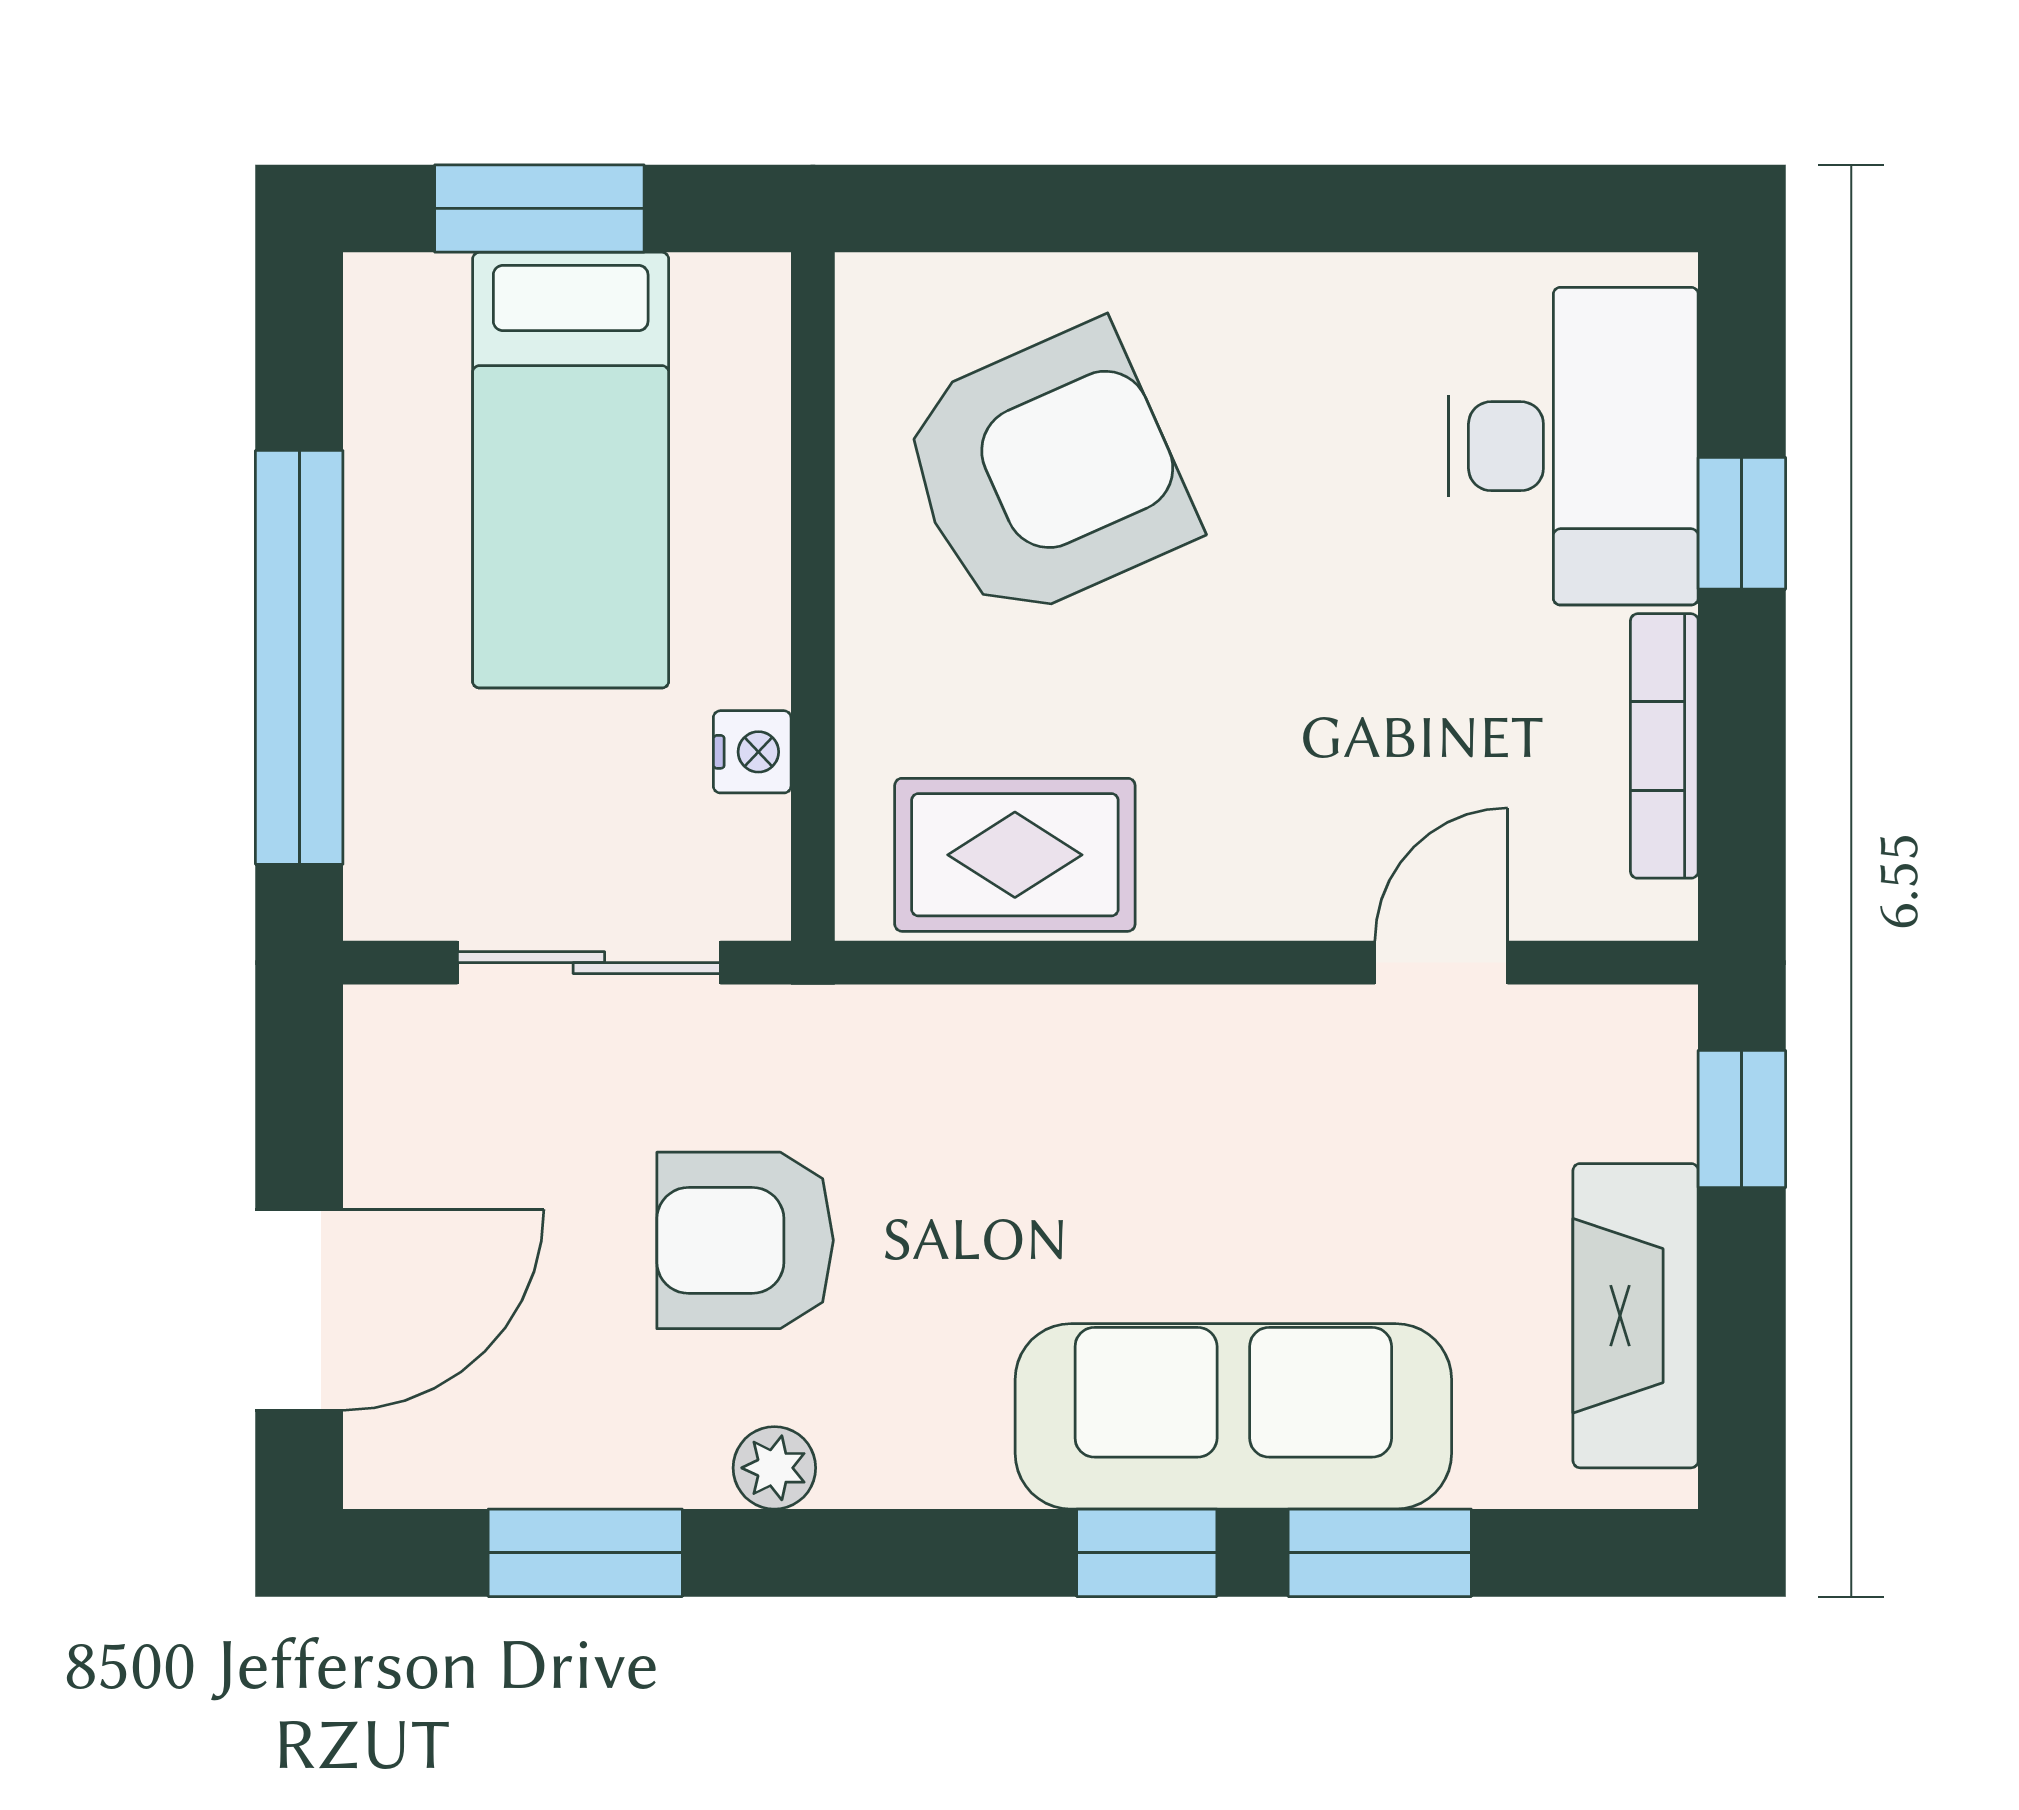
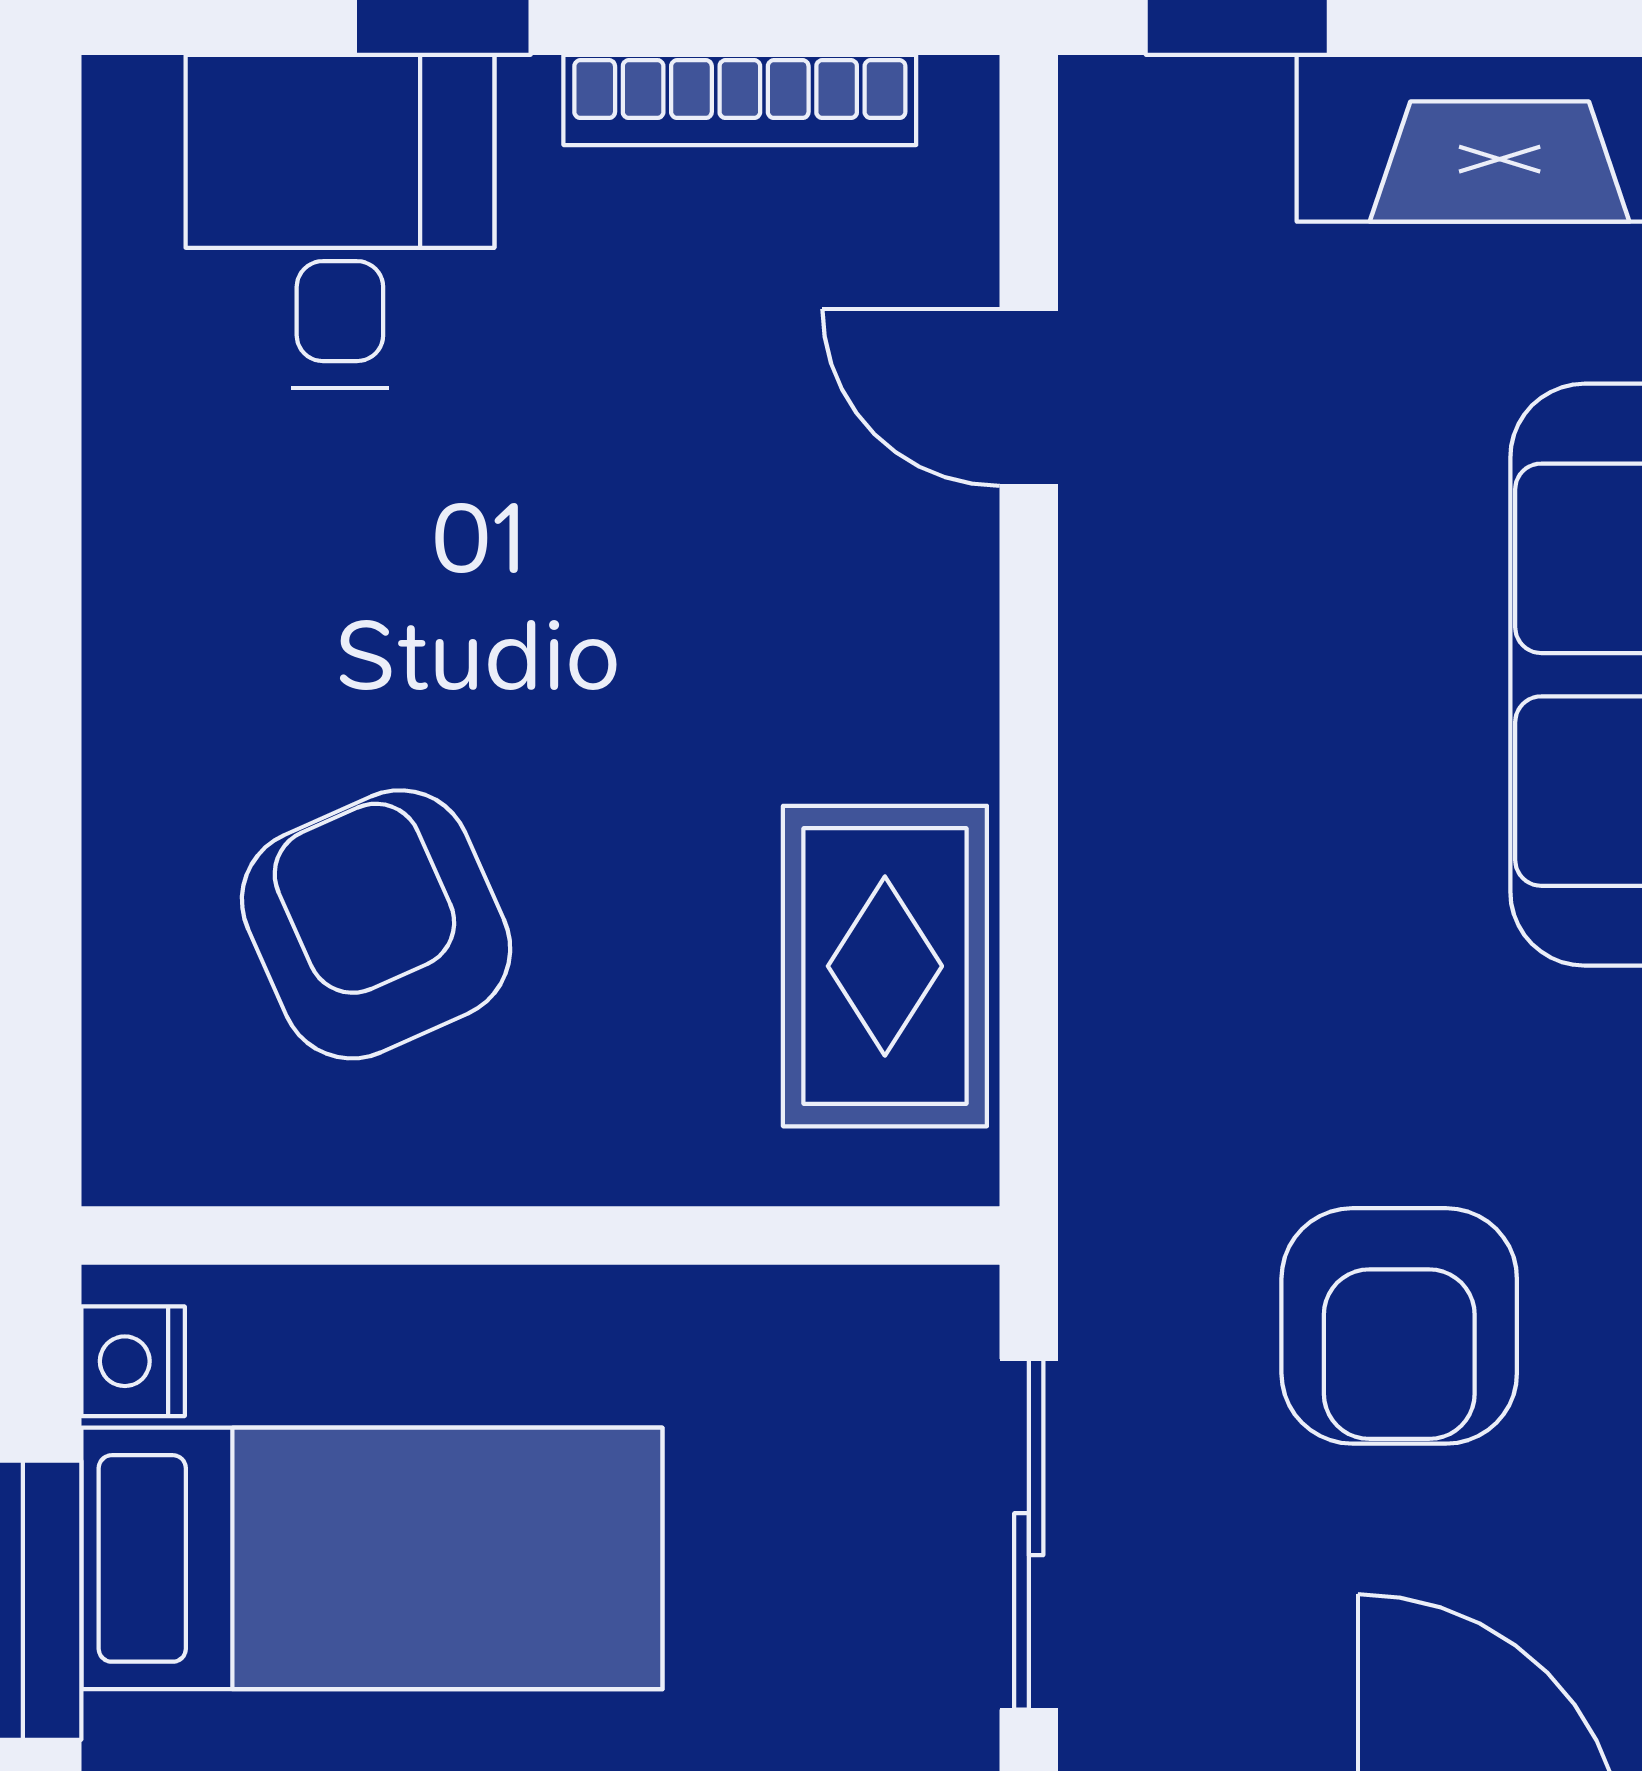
desk: (1573, 446) -> (340, 221), width x0.73
armchair: (1046, 473) -> (376, 924), width x0.73, depth x0.73
nightstand: (752, 752) -> (133, 1361), moved, turned -90

